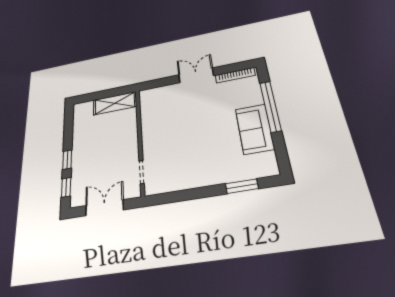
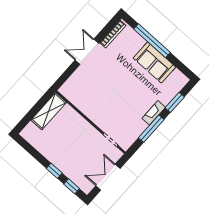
fireplace: (209, 179) -> (154, 113), added
window: (192, 194) -> (151, 129), added

